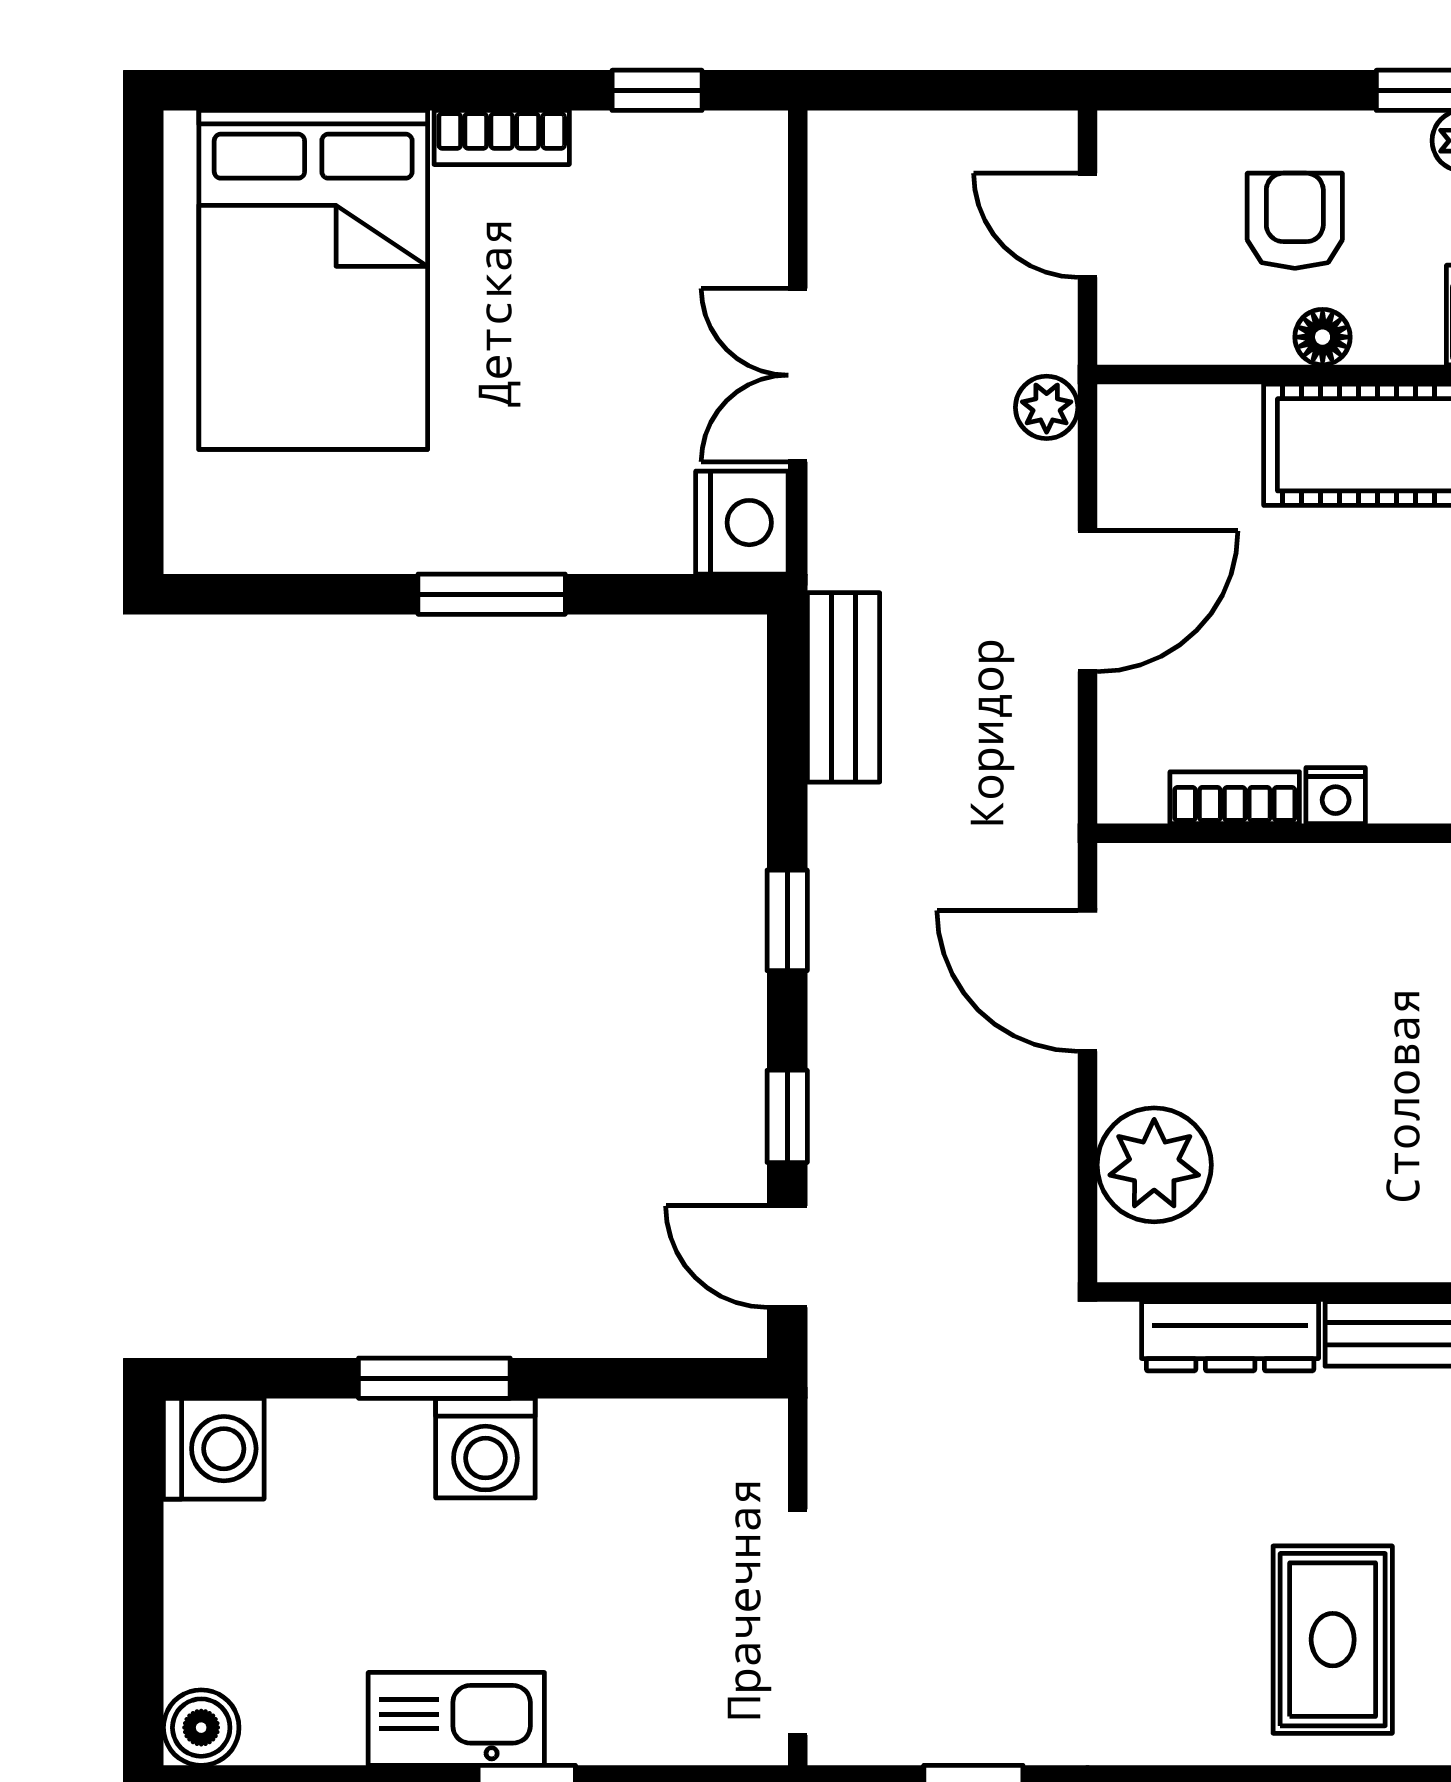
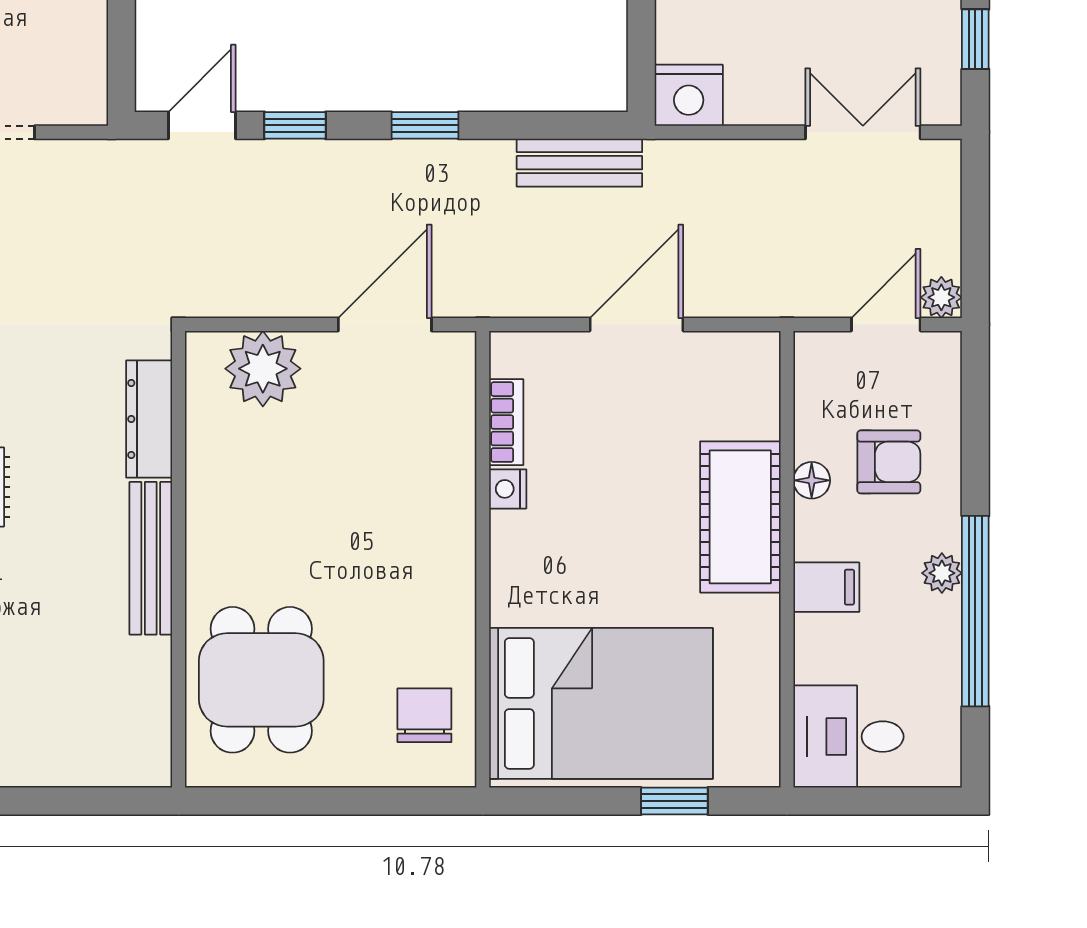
double door: (798, 375) -> (863, 132), moved
plant: (1047, 407) -> (941, 297), moved
door: (1087, 601) -> (636, 324), swing flipped

